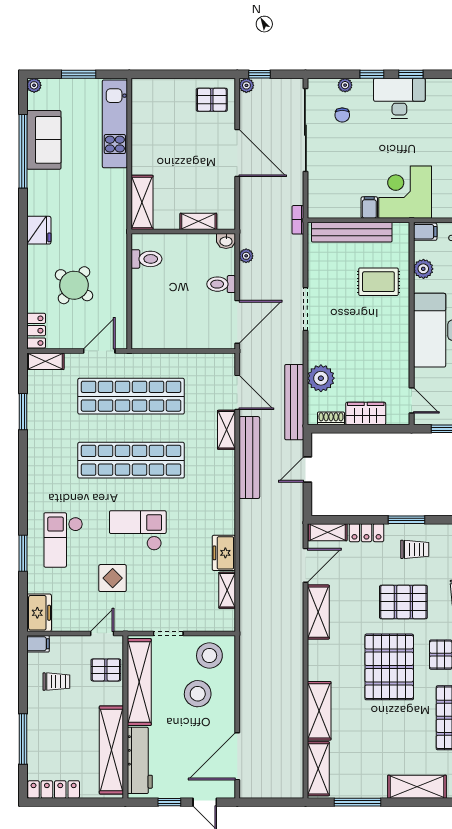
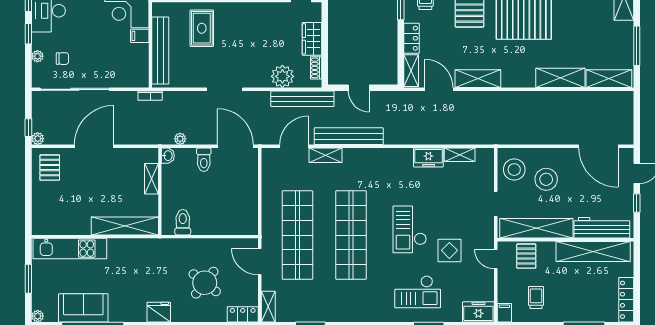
shelving: (142, 202) -> (125, 226), width x1.47

